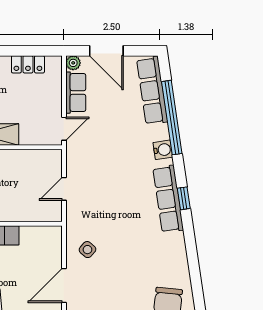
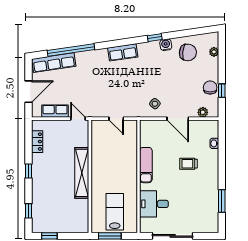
plant: (73, 63) -> (36, 113), removed
water cooler: (163, 150) -> (166, 45), moved
window: (184, 198) -> (155, 38), moved
row of seats: (168, 199) -> (123, 52), width x0.68

